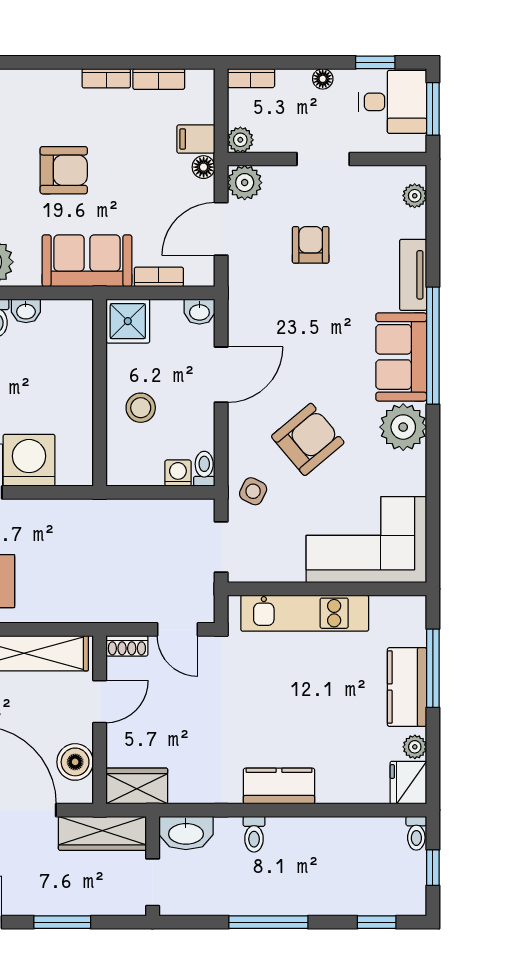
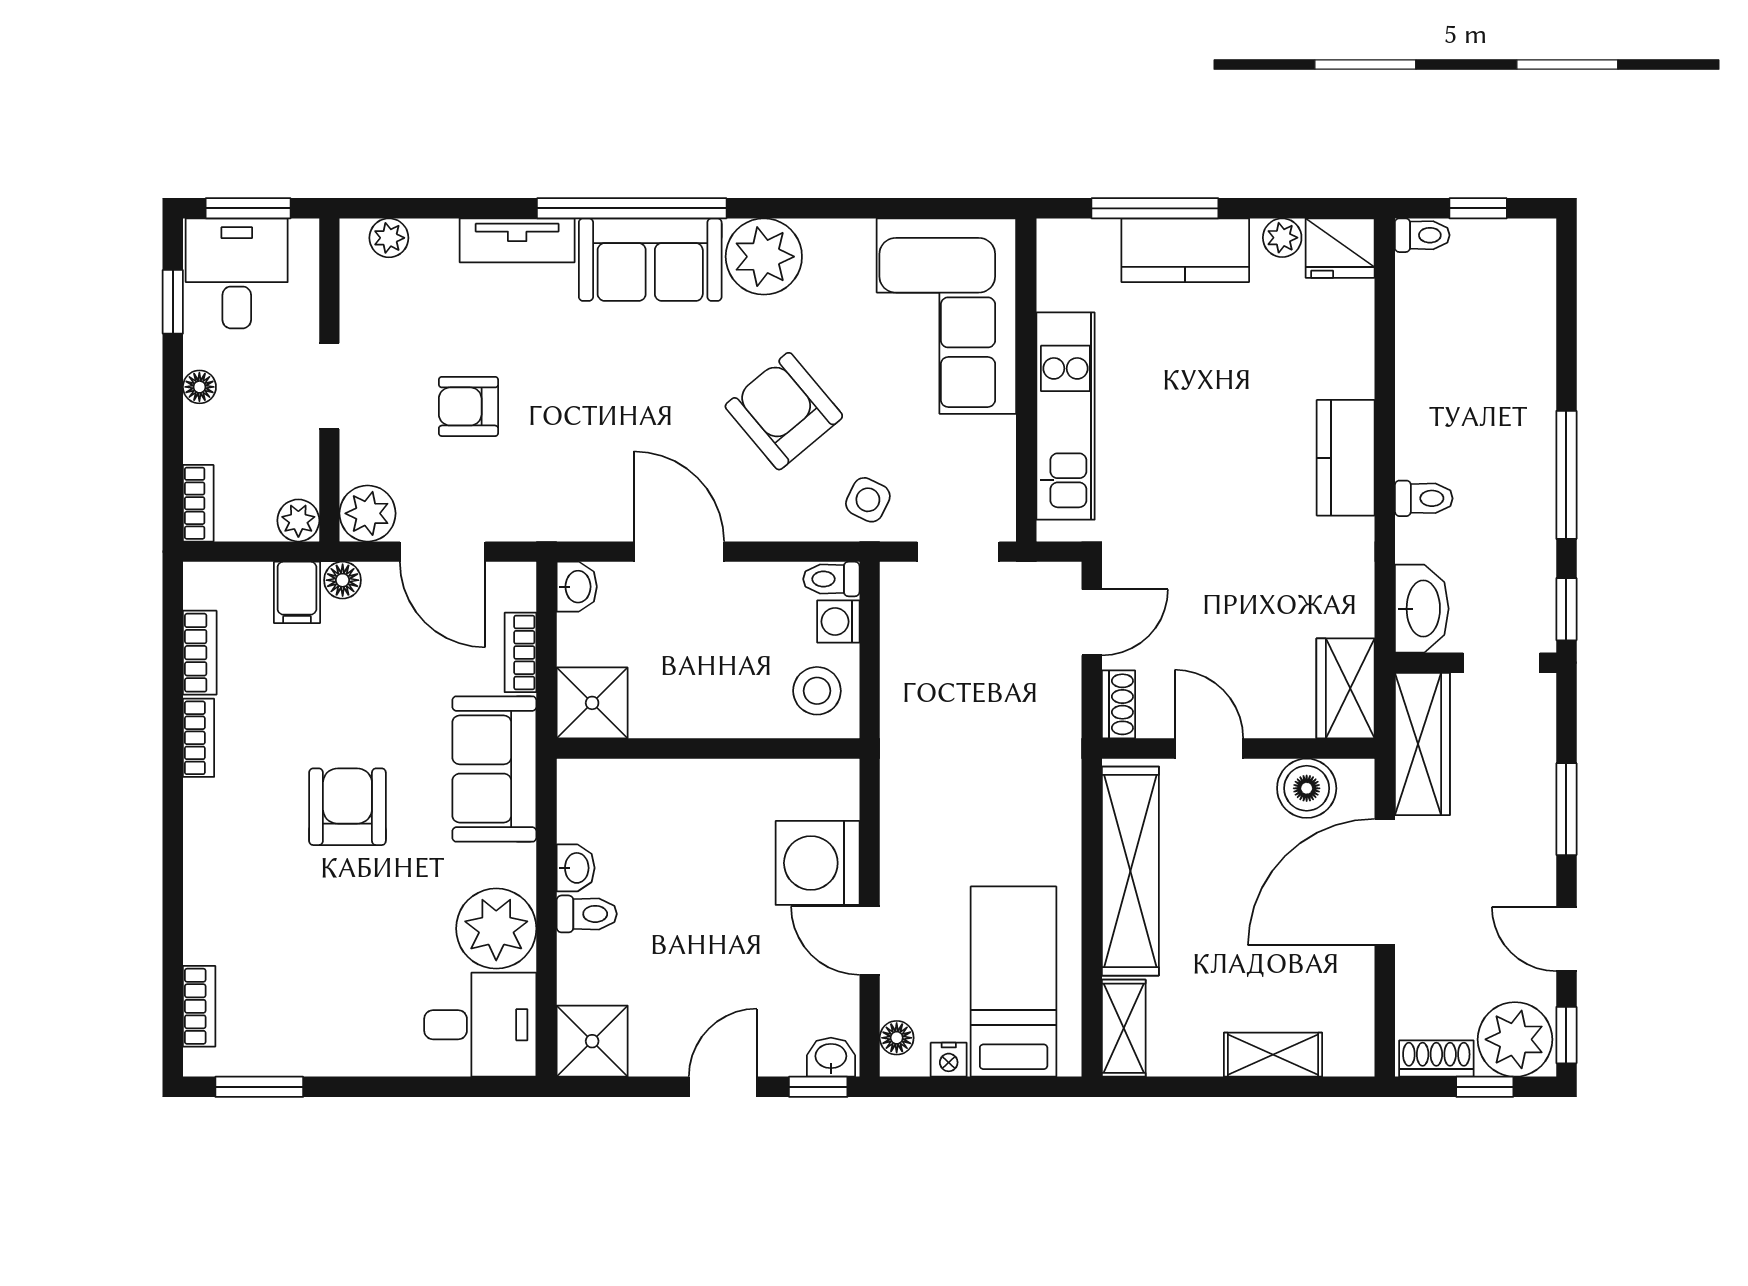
stool: (141, 408) -> (817, 691), moved
window: (377, 922) -> (1566, 609), moved

